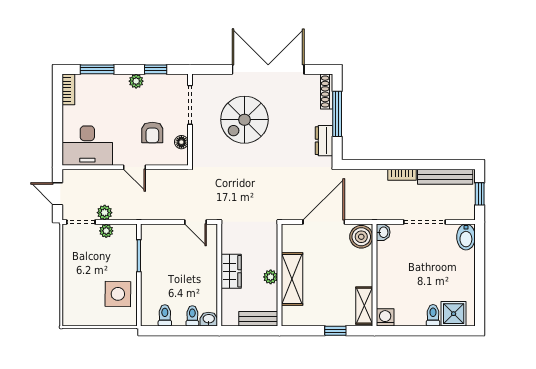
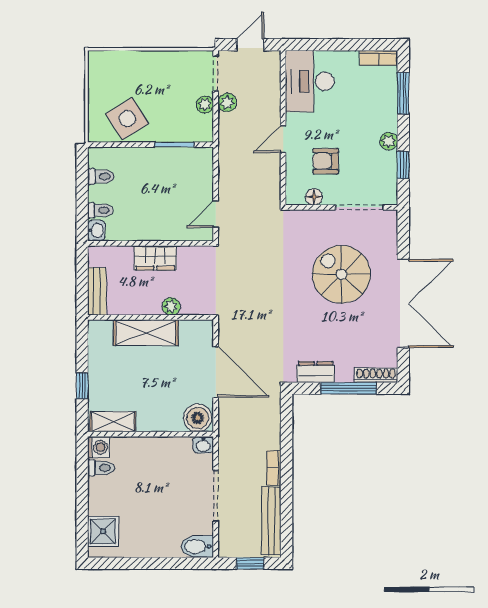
plant: (271, 277) -> (171, 306), moved
side table: (118, 294) -> (127, 119), turned -33
toilet: (433, 315) -> (101, 468), moved

